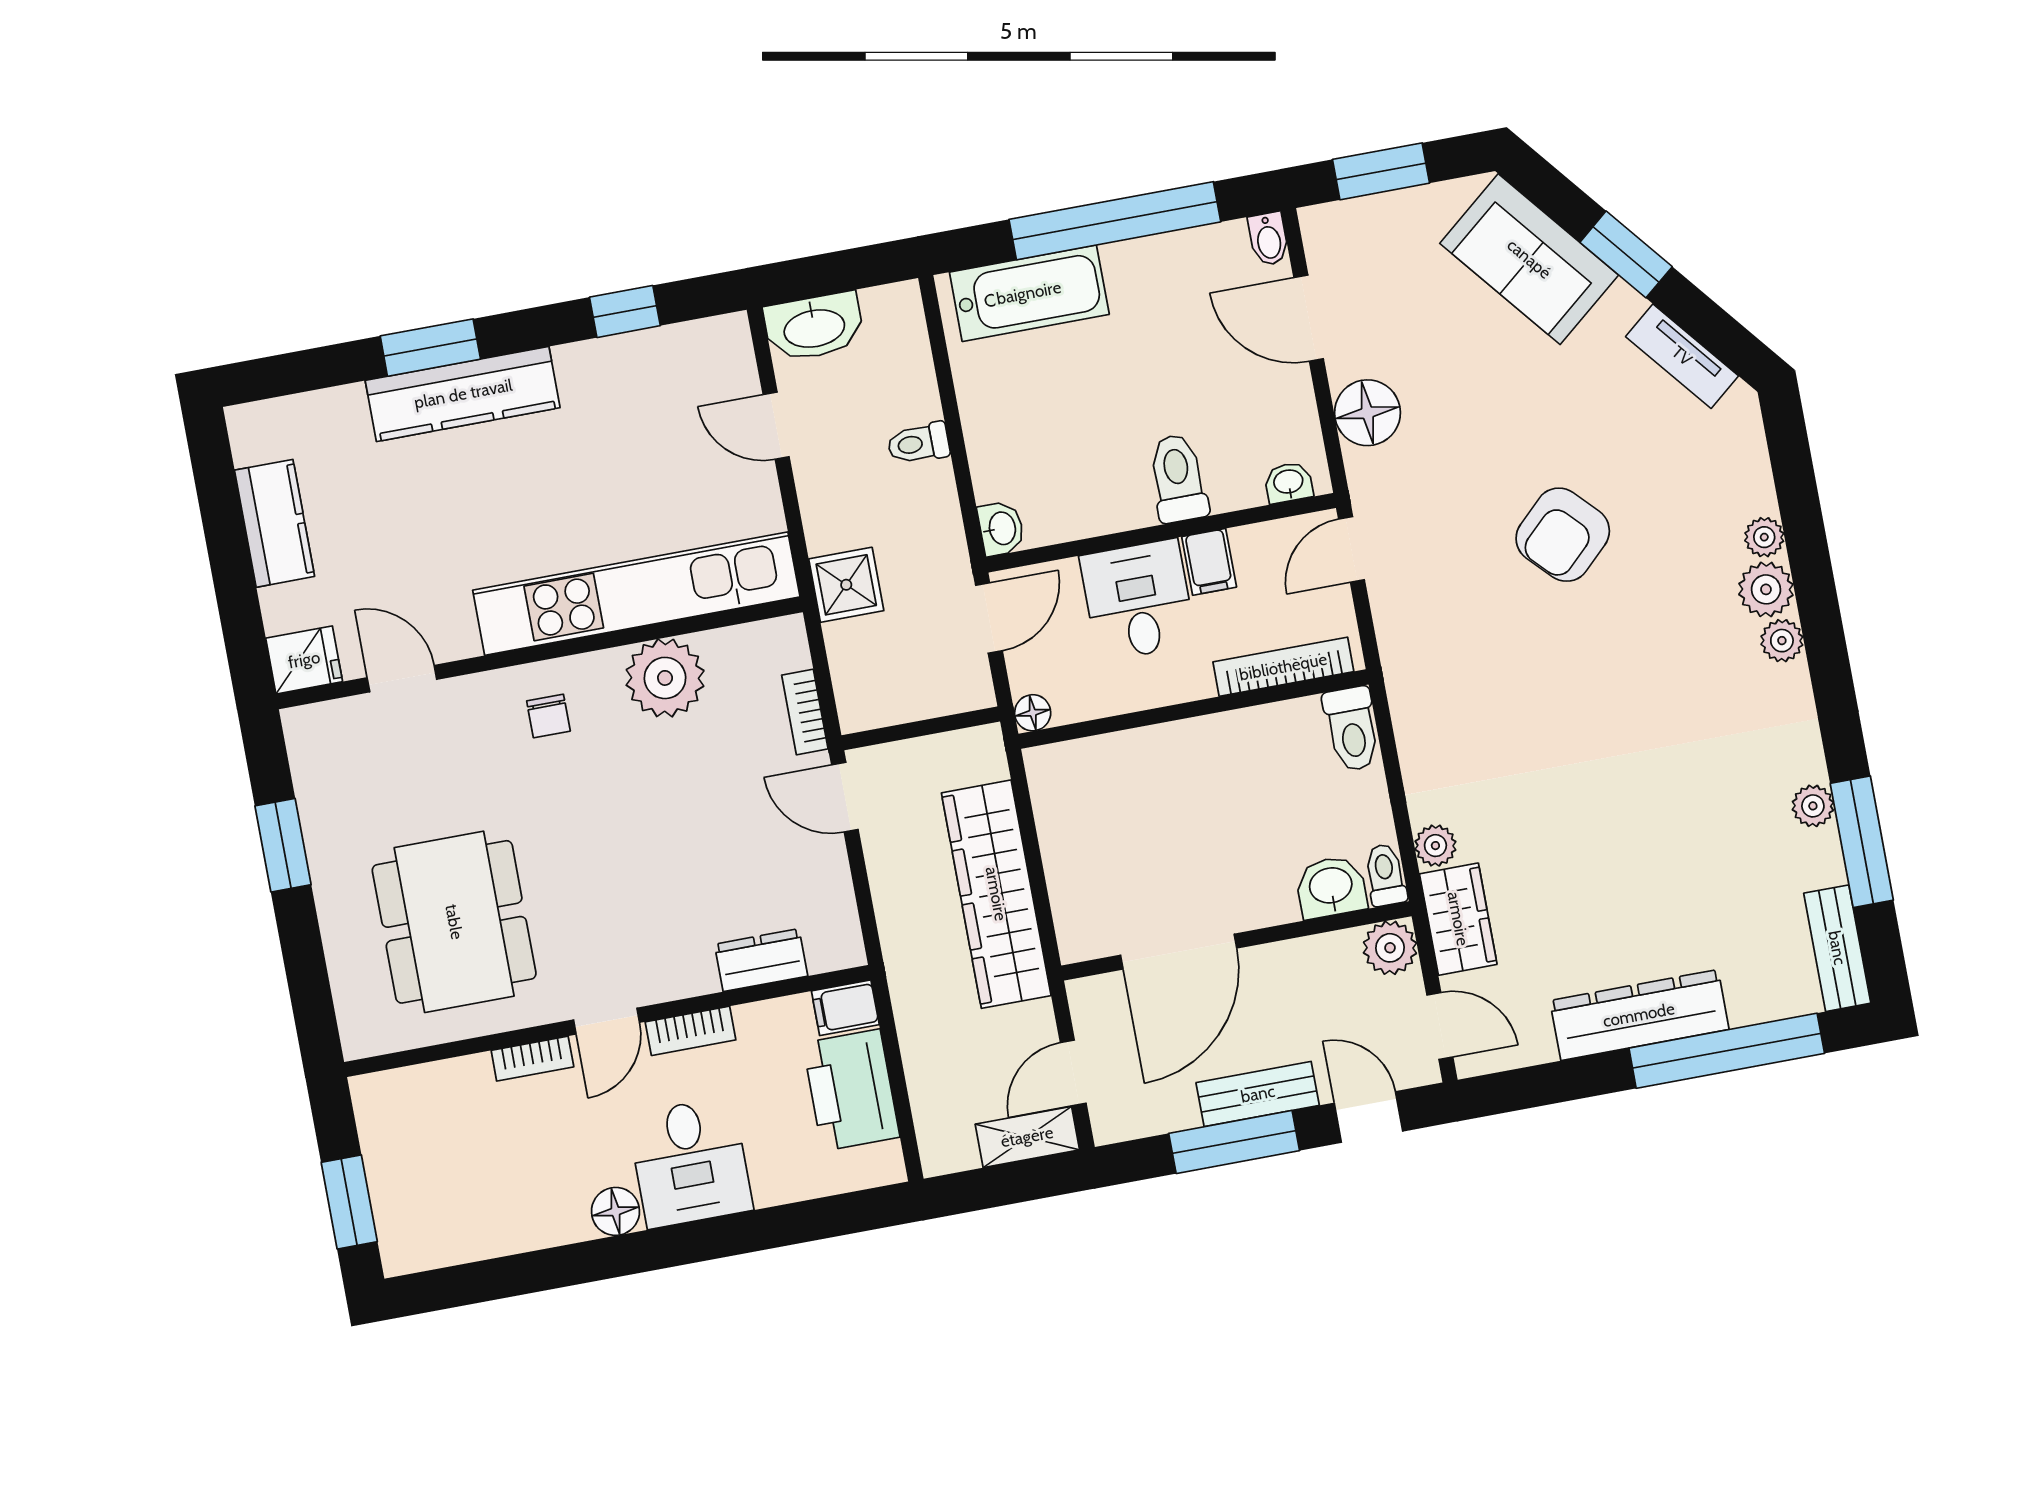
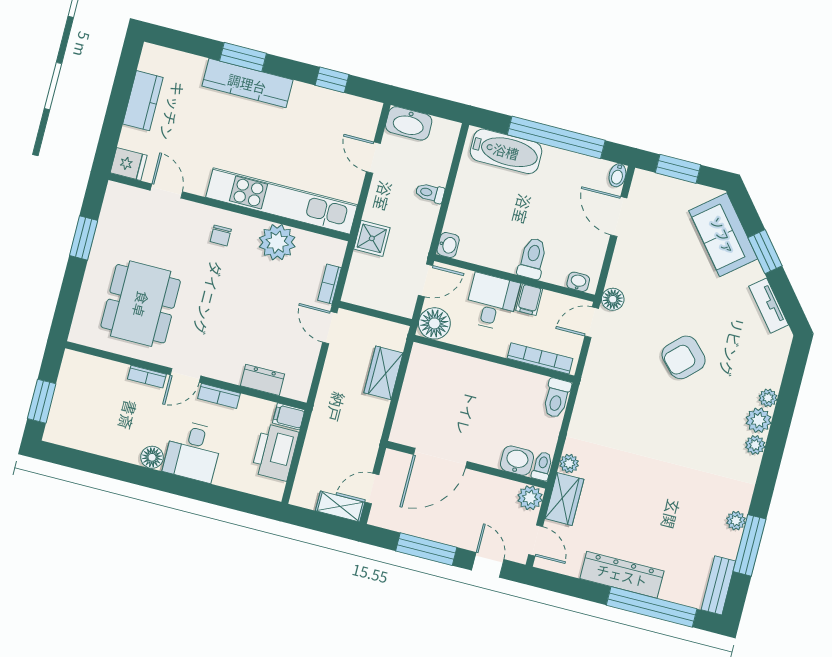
floor lamp: (1367, 413) -> (613, 299), moved, width x0.73, depth x0.73
floor lamp: (1033, 713) -> (434, 323), width x1.89, depth x1.89
wardrobe: (996, 894) -> (383, 373), width x0.48, depth x0.85
bench: (1258, 1094) -> (446, 533), removed

